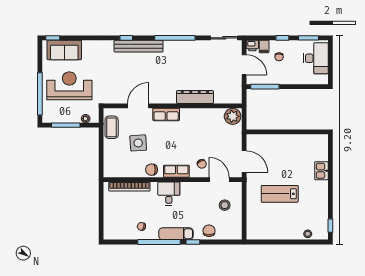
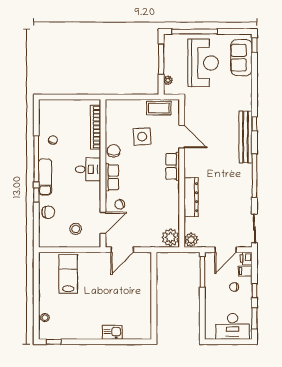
plant: (235, 97) -> (191, 240), added
lab bench: (280, 194) -> (68, 274), moved

